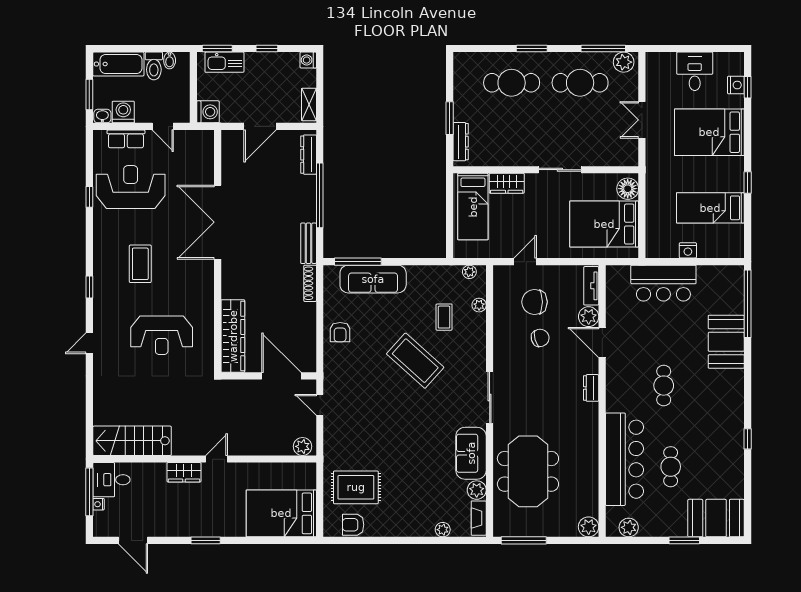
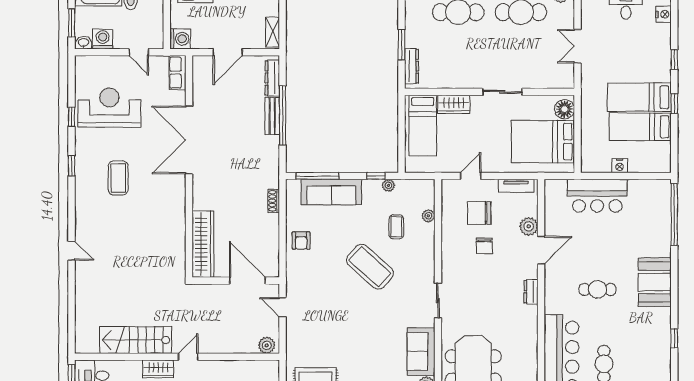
window: (748, 87) -> (674, 60), moved
bed: (709, 132) -> (639, 97), moved, width x0.67
row of seats: (126, 139) -> (178, 73), moved, turned 90
bench: (309, 243) -> (272, 116), moved
window: (422, 262) -> (376, 176), added
plant: (469, 272) -> (388, 185), moved
shoe rack: (310, 283) -> (274, 201), width x0.70
tv unit: (591, 286) -> (516, 186), moved, turned -90
window: (89, 287) -> (72, 166), moved
reception desk: (162, 335) -> (138, 243), removed
chair: (540, 338) -> (484, 246), turned 105
booth: (726, 342) -> (655, 282), moved
door: (89, 343) -> (72, 251), swing flipped
door: (602, 343) -> (541, 250), swing flipped
cafe table: (664, 386) -> (597, 289), turned 90
sliding door: (490, 398) -> (438, 301), width x0.73
stairs: (132, 441) -> (136, 340), moved

